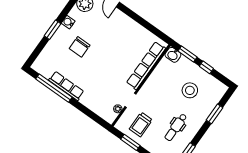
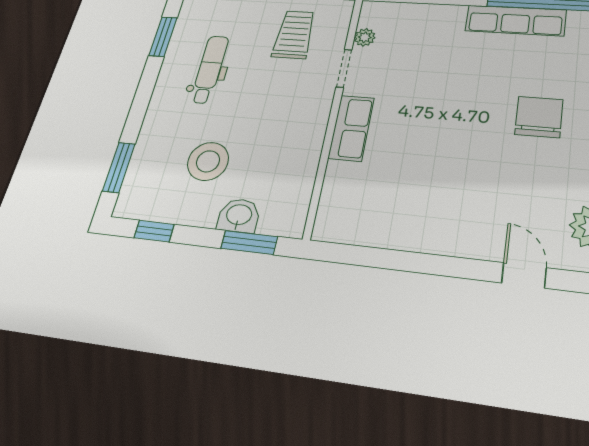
washbasin: (173, 55) -> (239, 216), moved
row of seats: (146, 66) -> (351, 128), width x0.50
window: (206, 67) -> (154, 231), moved
window: (214, 114) -> (119, 167), moved

